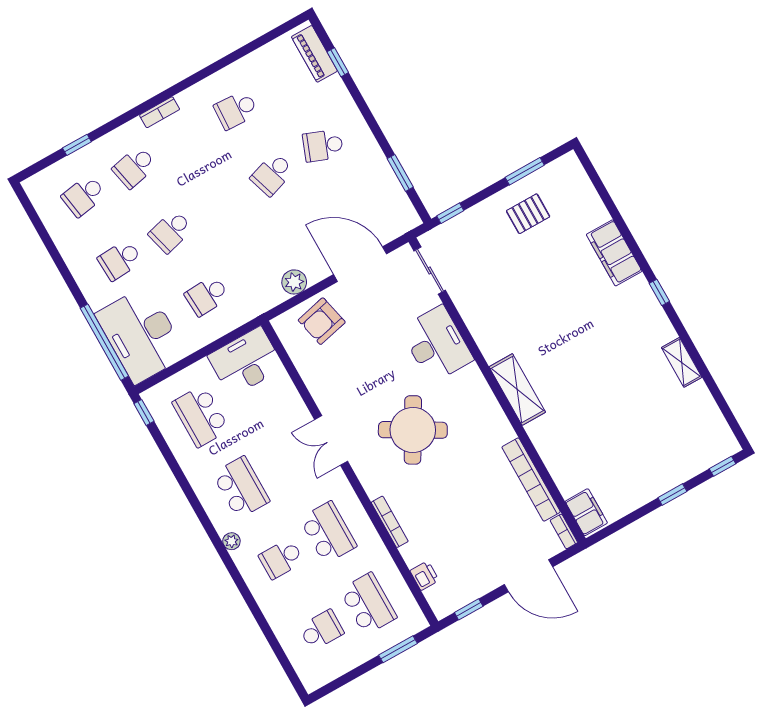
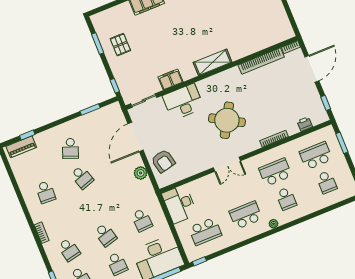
filing cabinet: (586, 512) -> (170, 79), moved
school desk: (321, 630) -> (327, 182), turned 180

